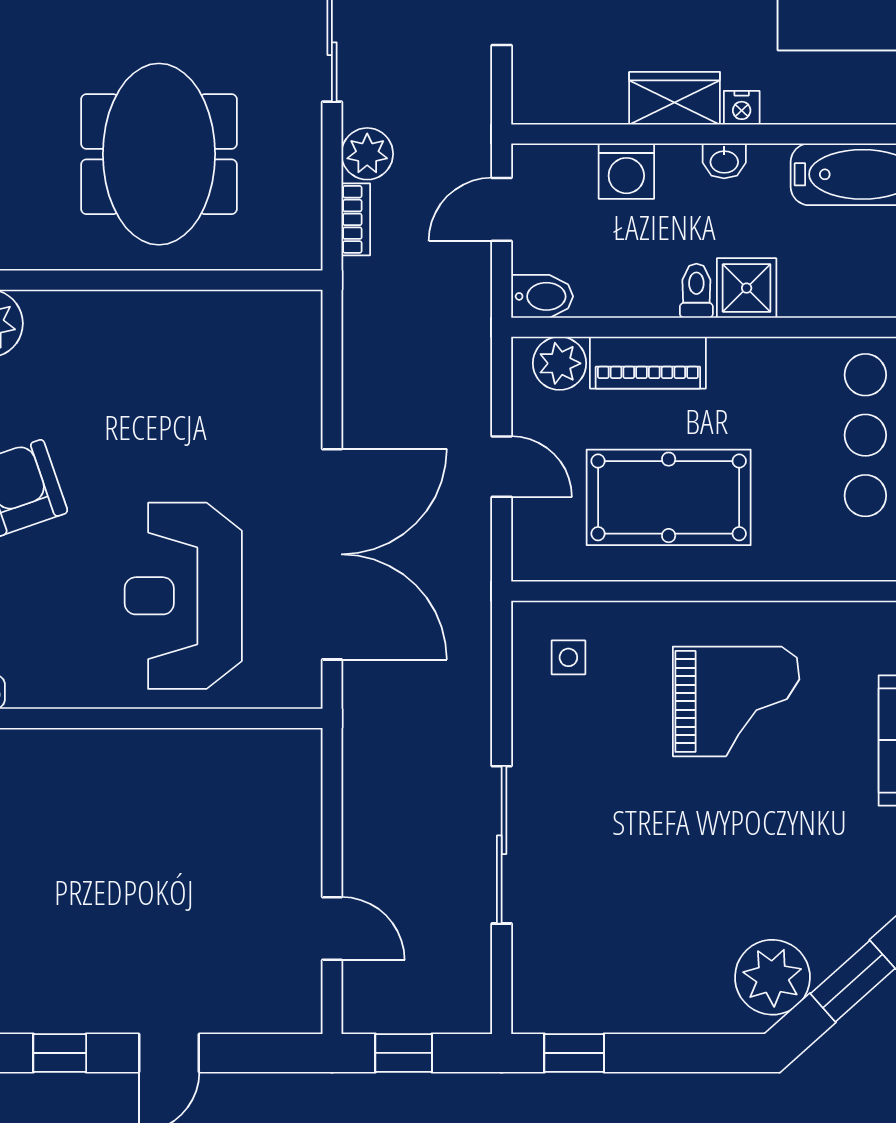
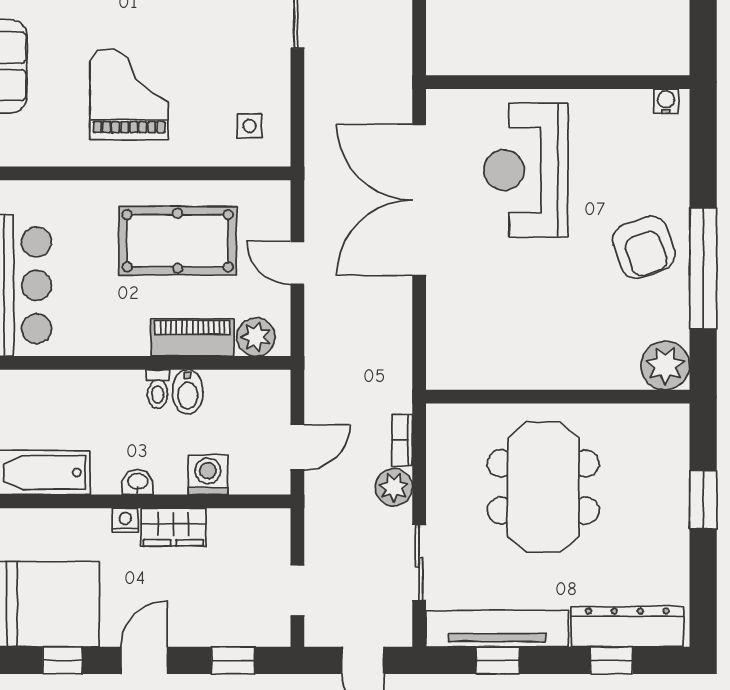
shower: (747, 288) -> (122, 391), removed
bidet: (542, 296) -> (188, 392), moved, turned -90
reception desk: (183, 596) -> (526, 170), turned 180
grand piano: (736, 701) -> (129, 94), turned 90

